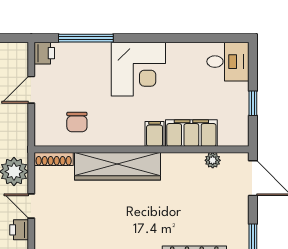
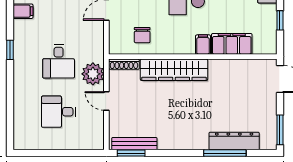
plant: (213, 160) -> (248, 65), removed
printer: (19, 230) -> (97, 120), removed

